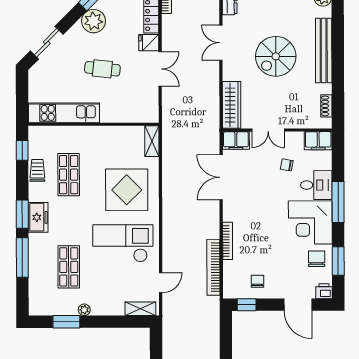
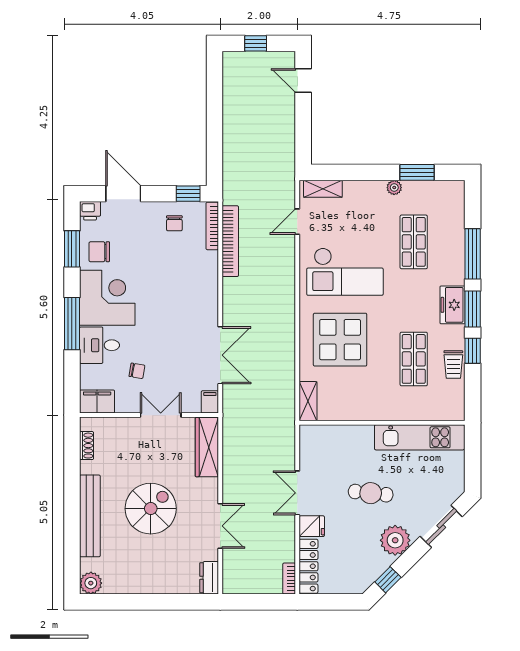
plant: (94, 21) -> (395, 540), moved
filing cabinet: (236, 141) -> (210, 402), width x0.50
window: (22, 150) -> (473, 351), moved
bookcase: (228, 241) -> (212, 226), moved
chair: (317, 259) -> (99, 252), turned 90

